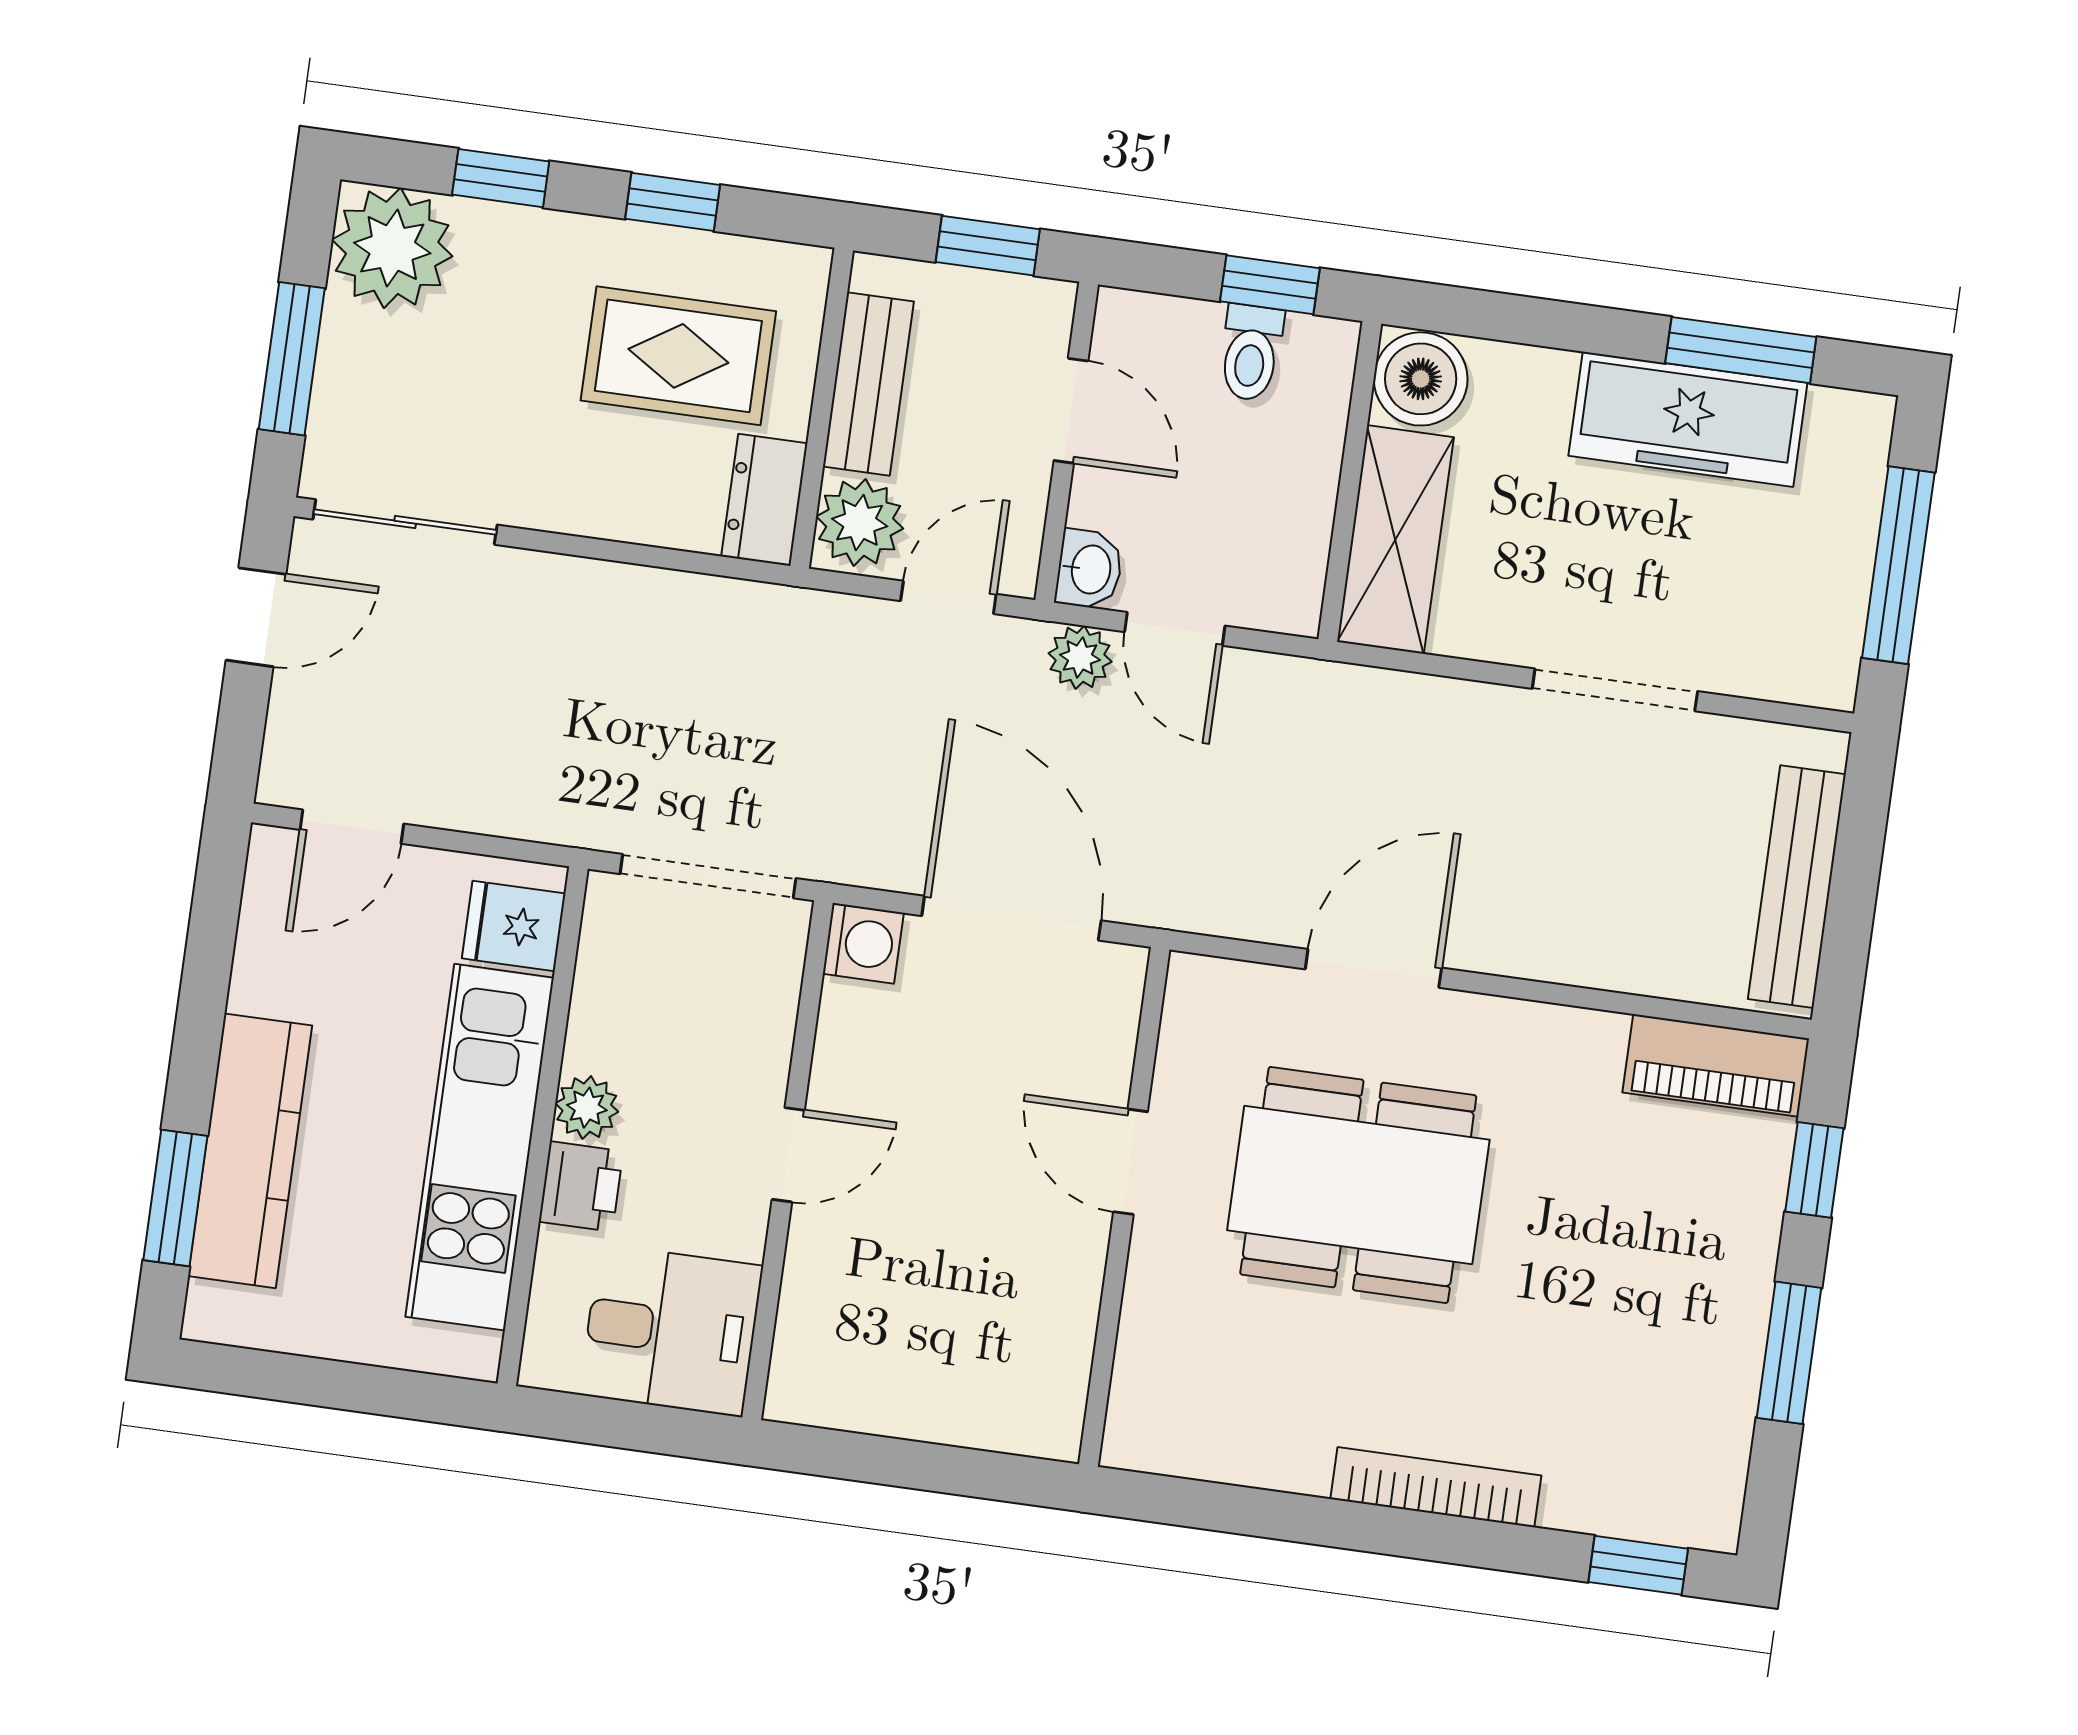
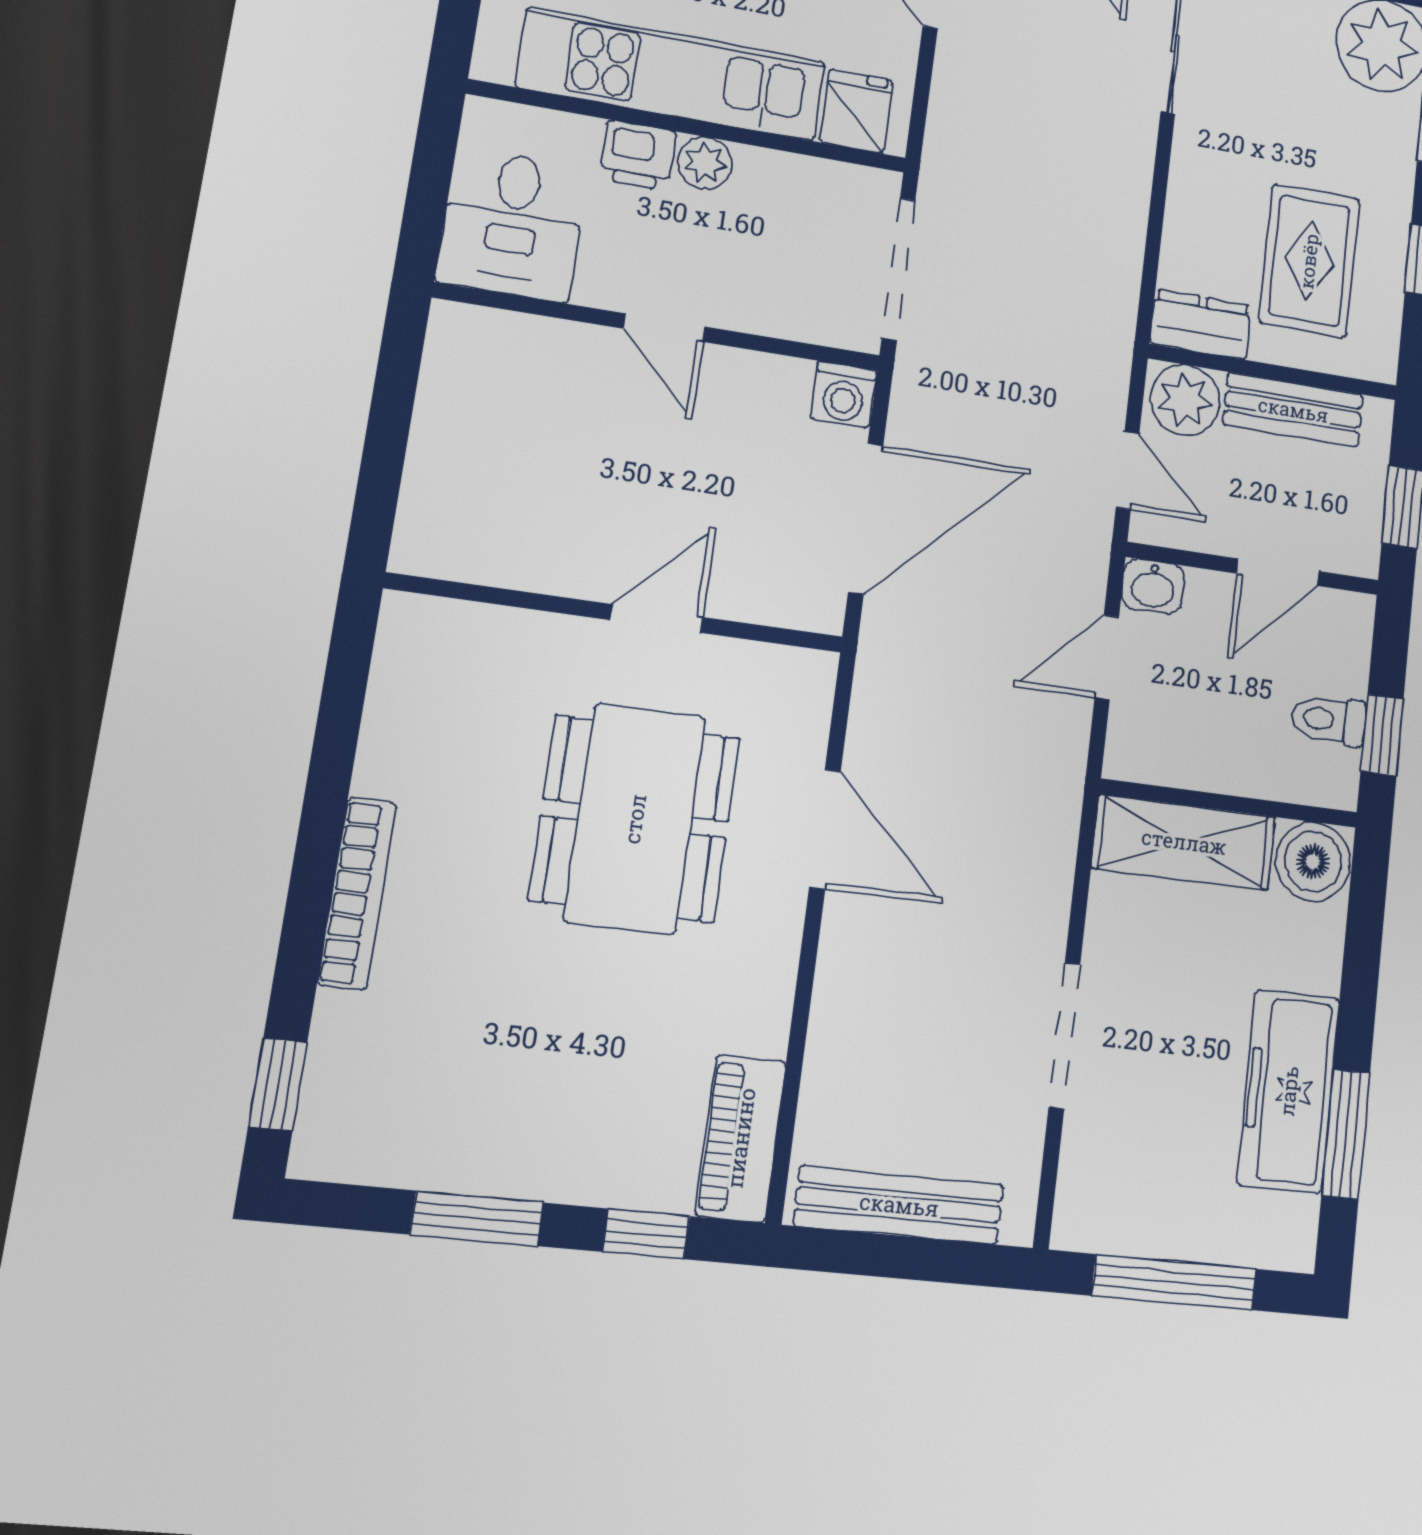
plant: (1080, 657) -> (1082, 578), removed

